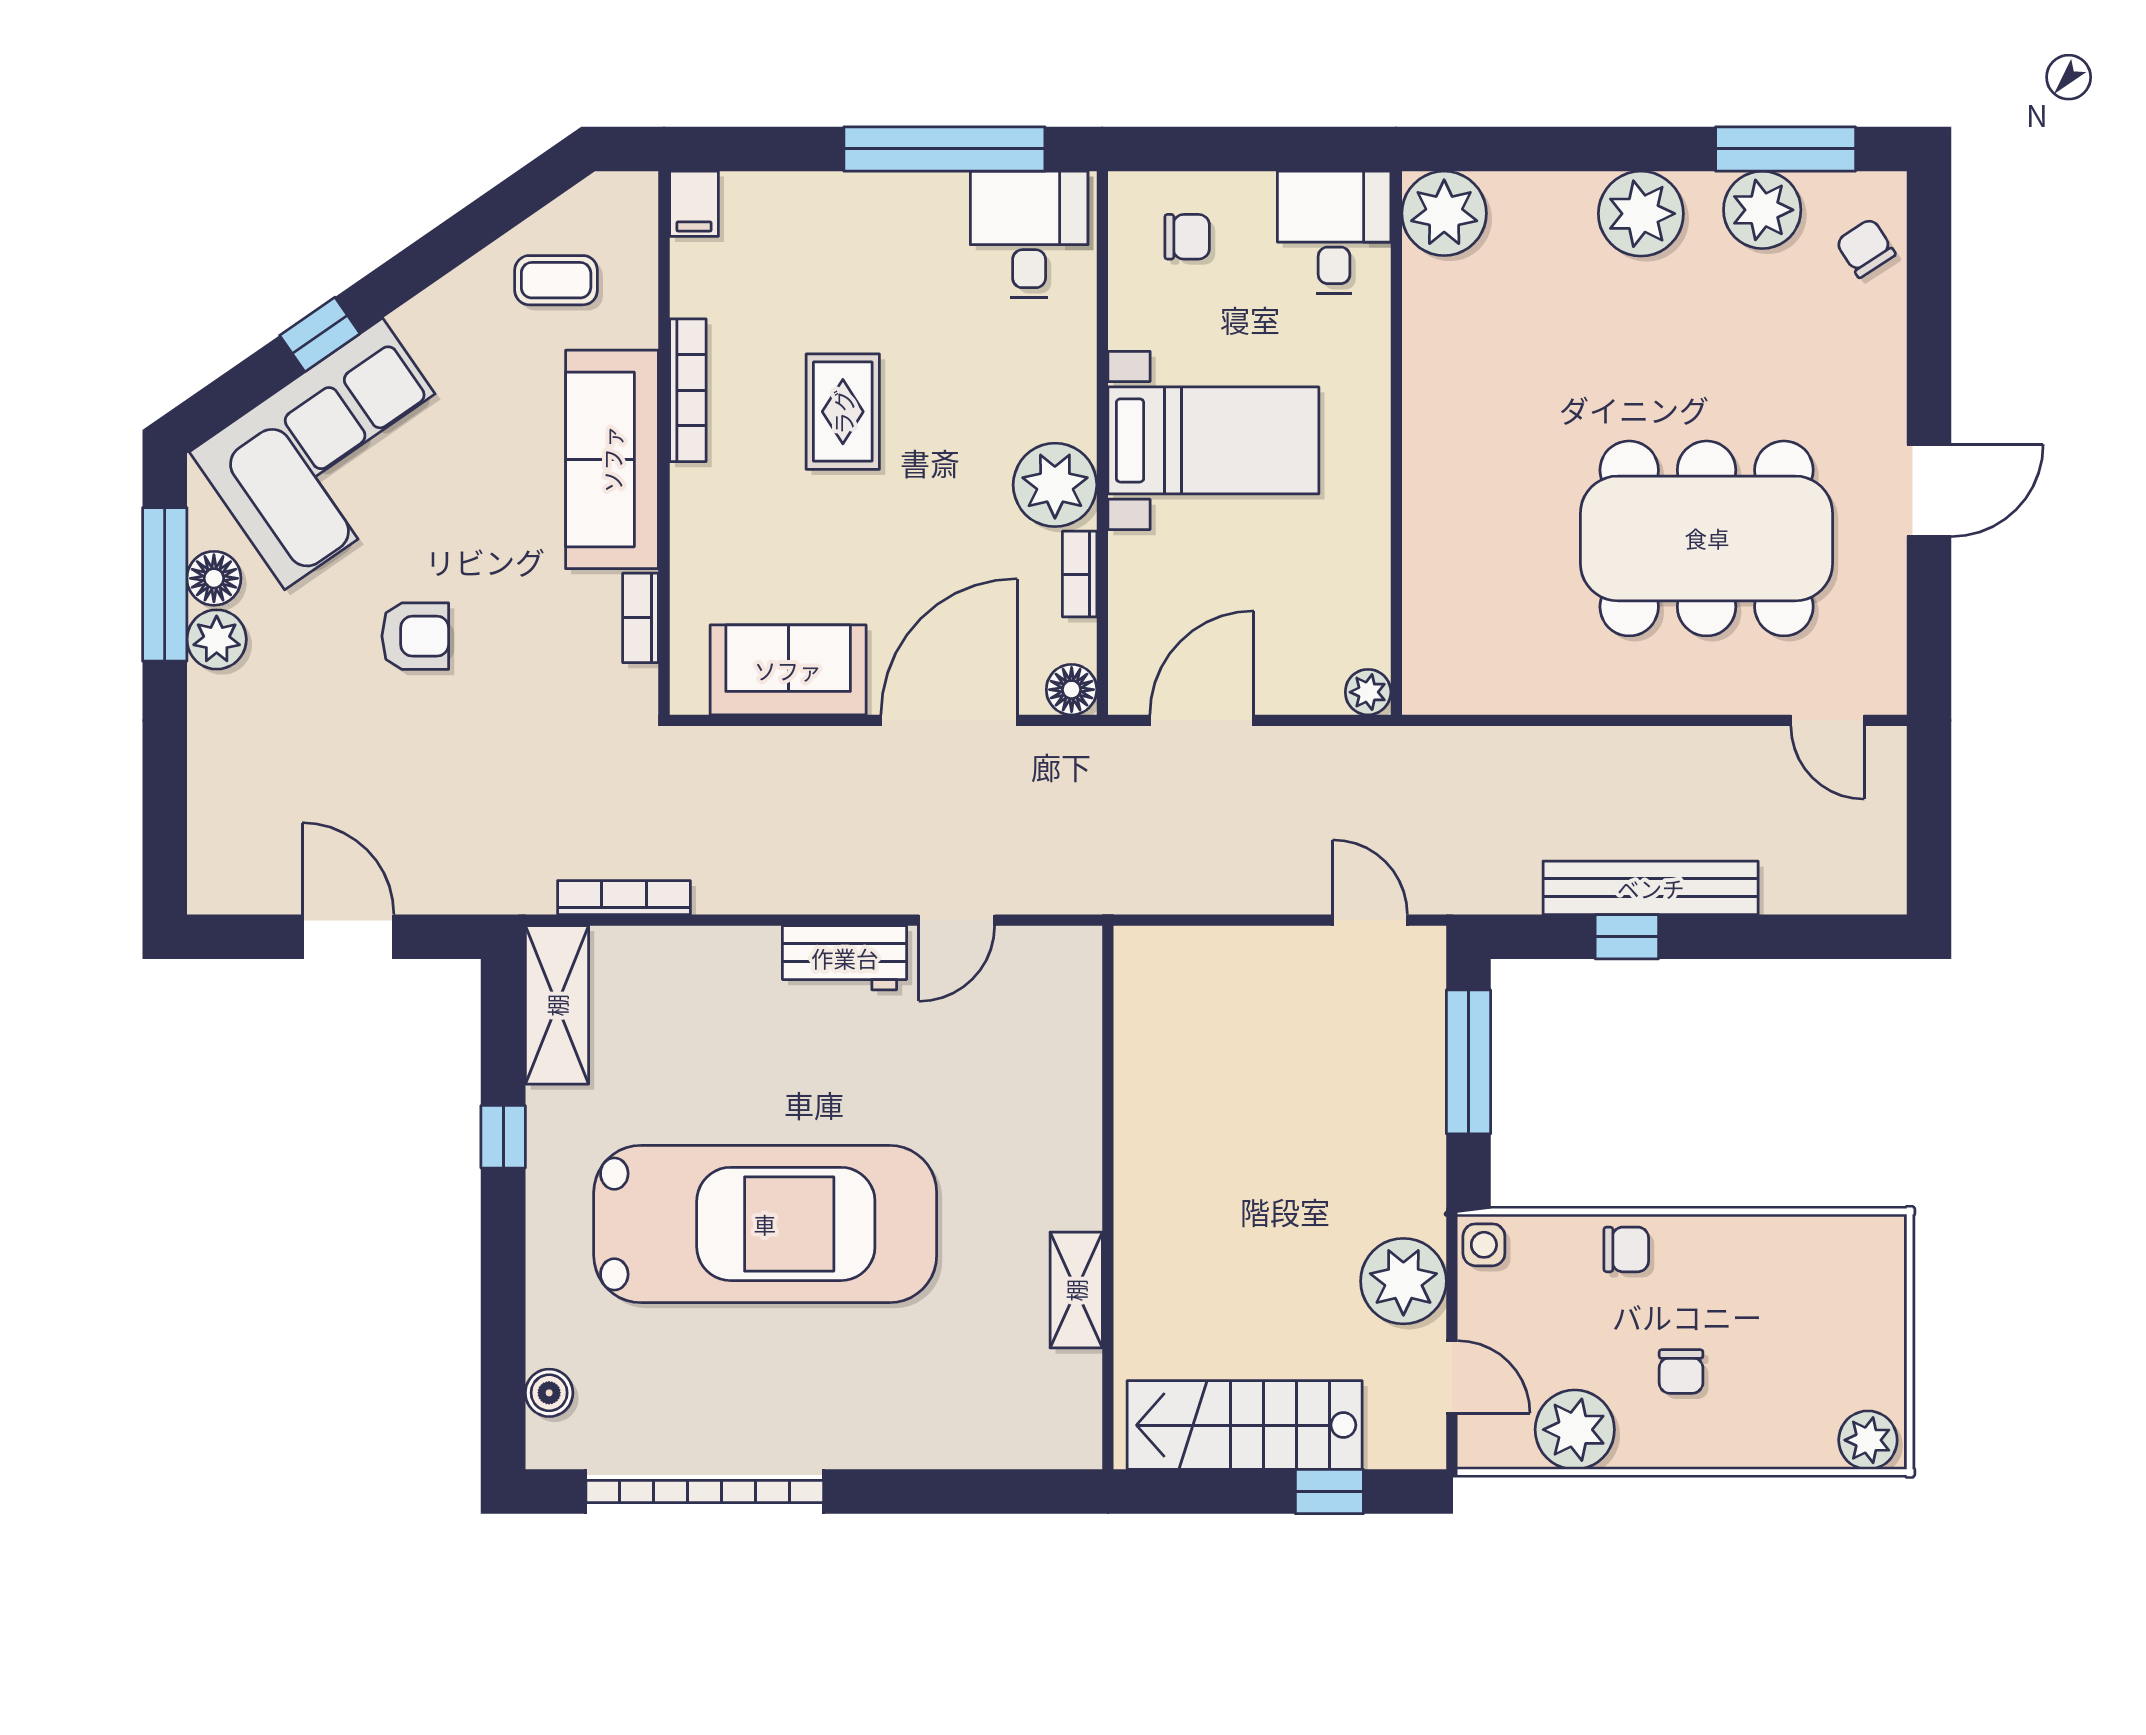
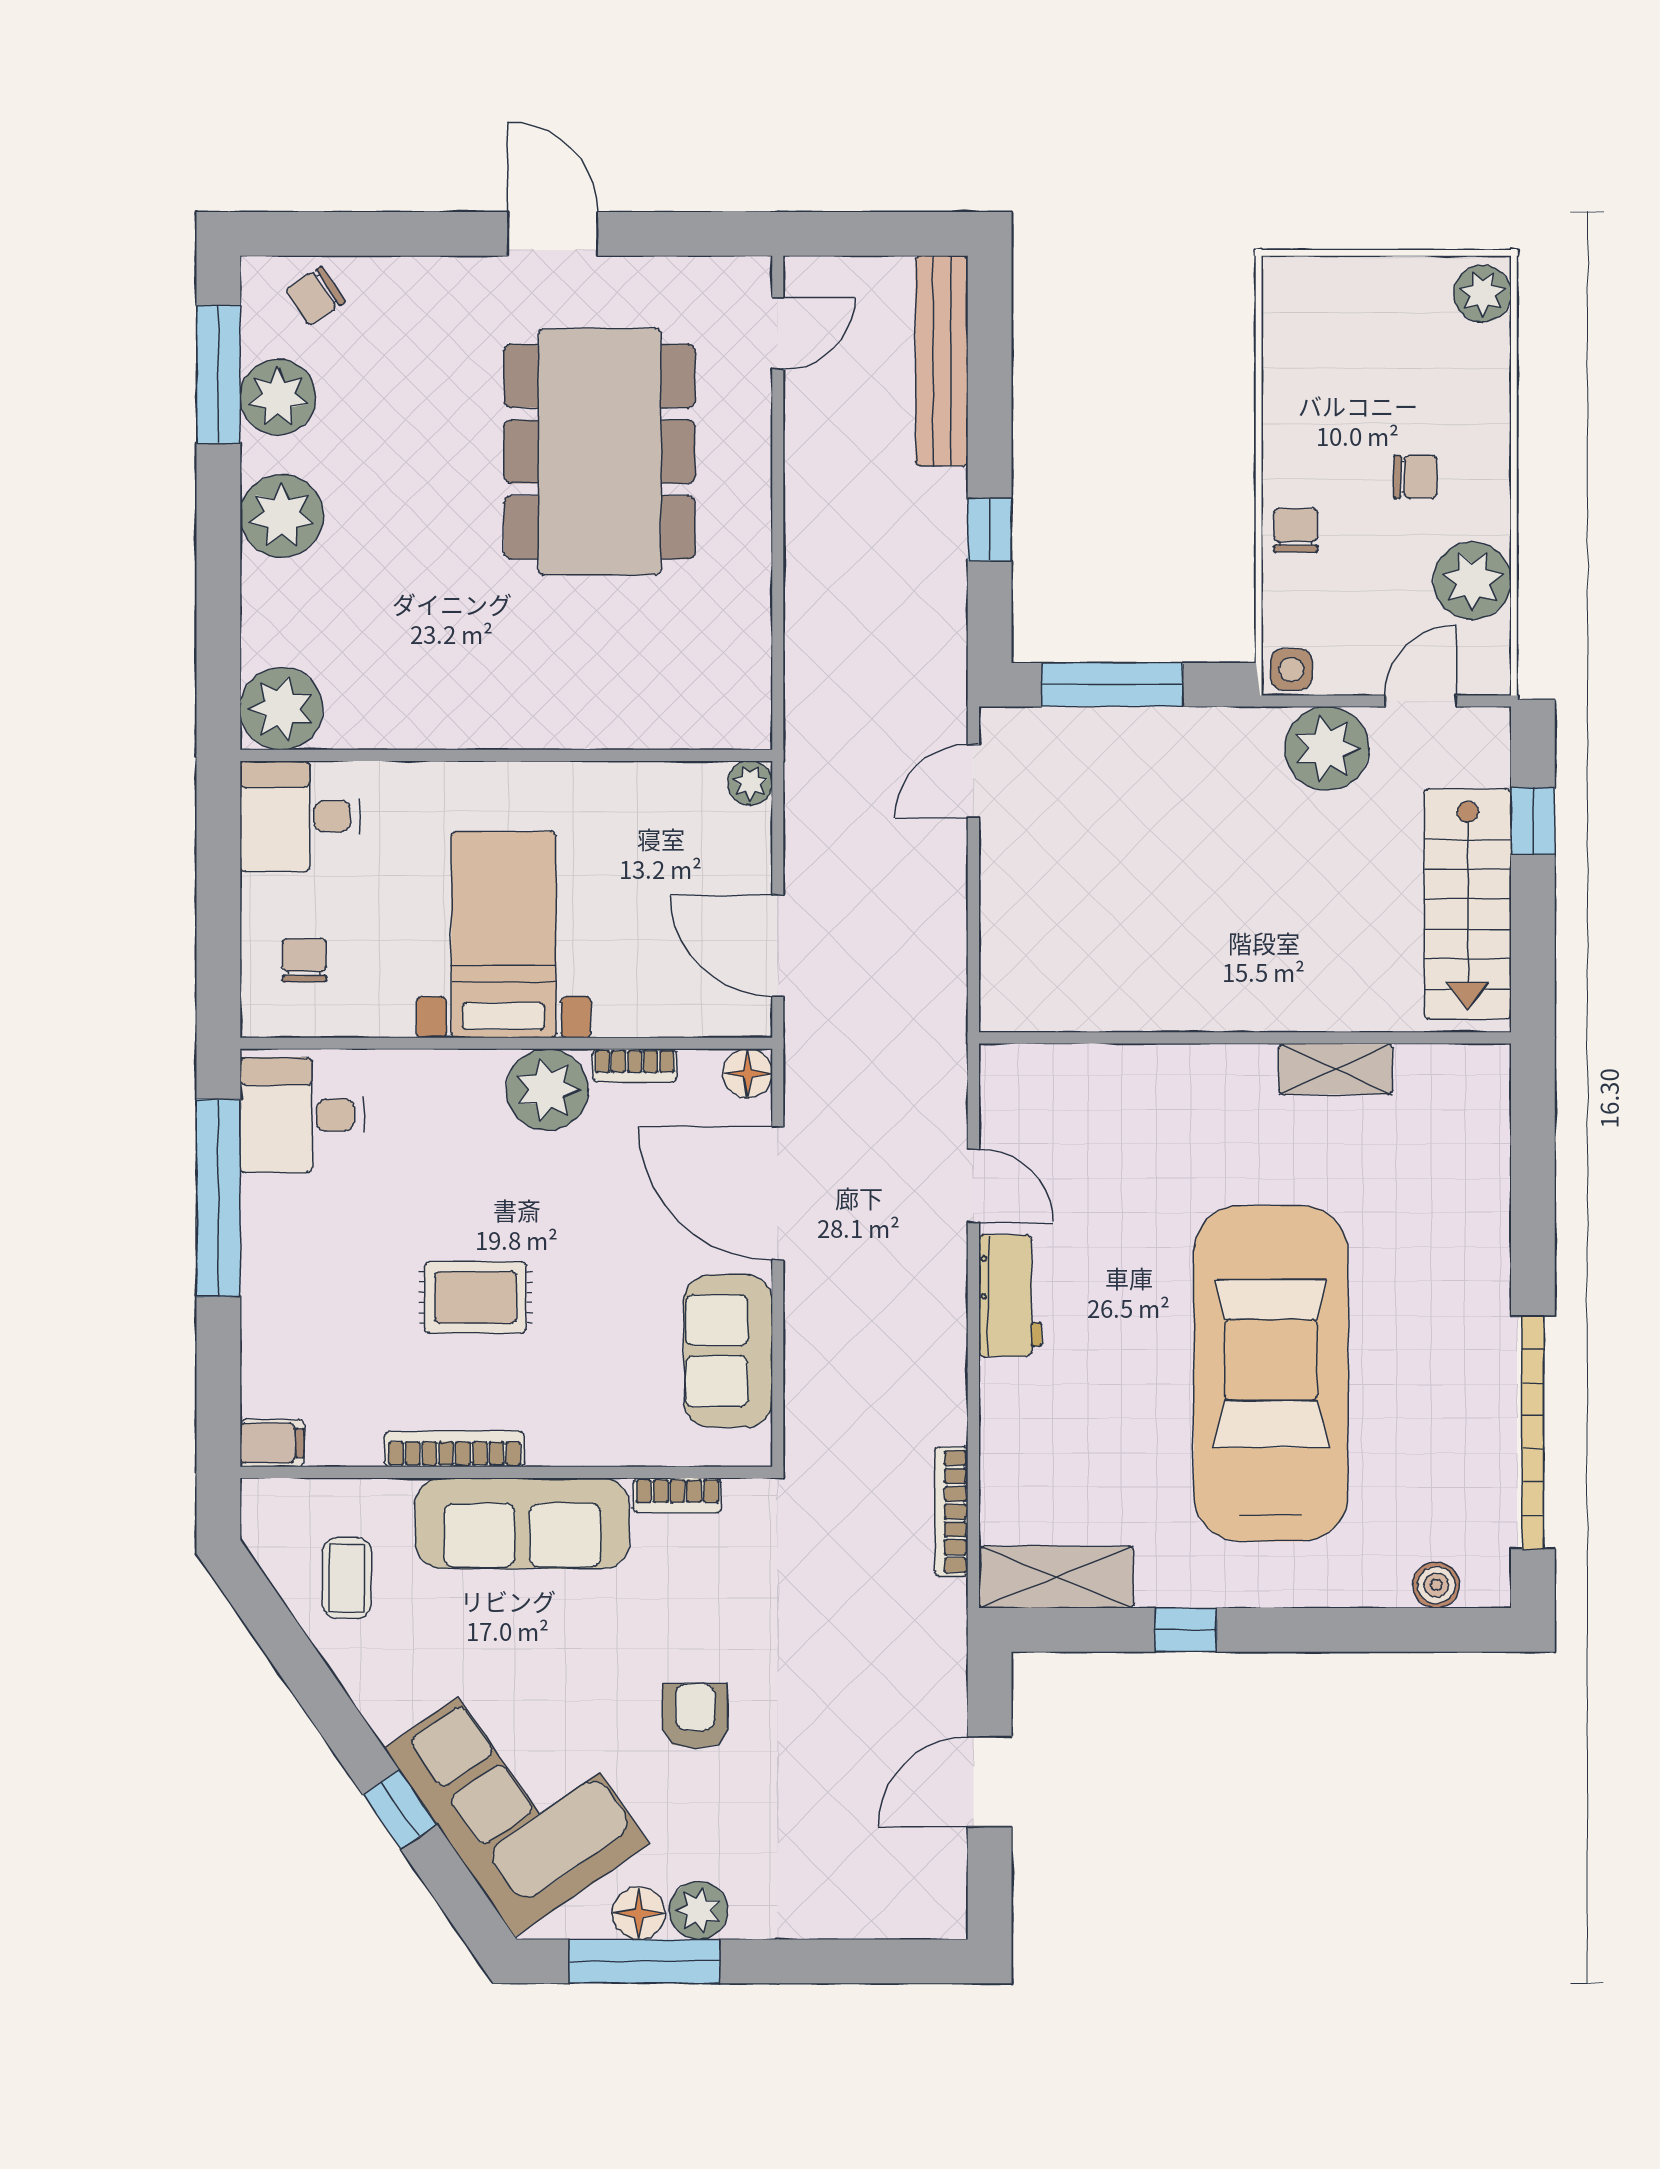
bench: (1651, 888) -> (942, 361), moved

